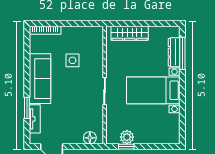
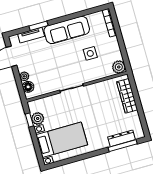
plant: (96, 34) -> (119, 67), added
bed with nightstands: (153, 90) -> (62, 140), moved, turned 90
plant: (77, 139) -> (24, 76), added

